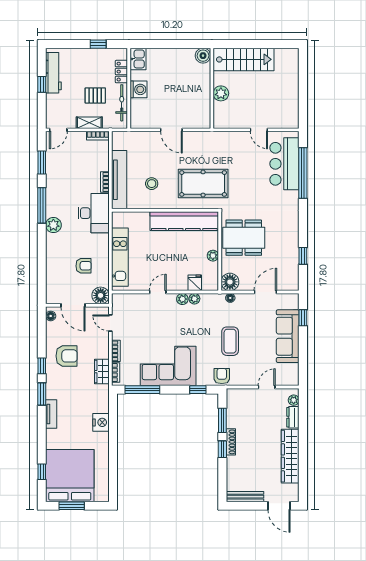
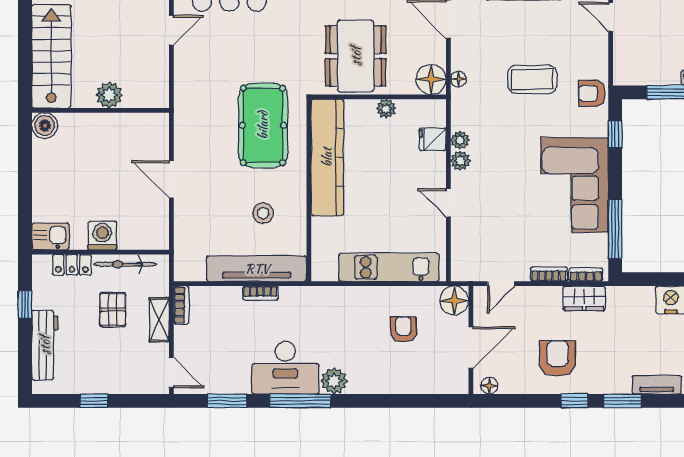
workbench: (53, 73) -> (45, 345), moved, turned 90
door: (171, 130) -> (171, 179), swing flipped
desk: (94, 213) -> (285, 368), moved, turned 180

